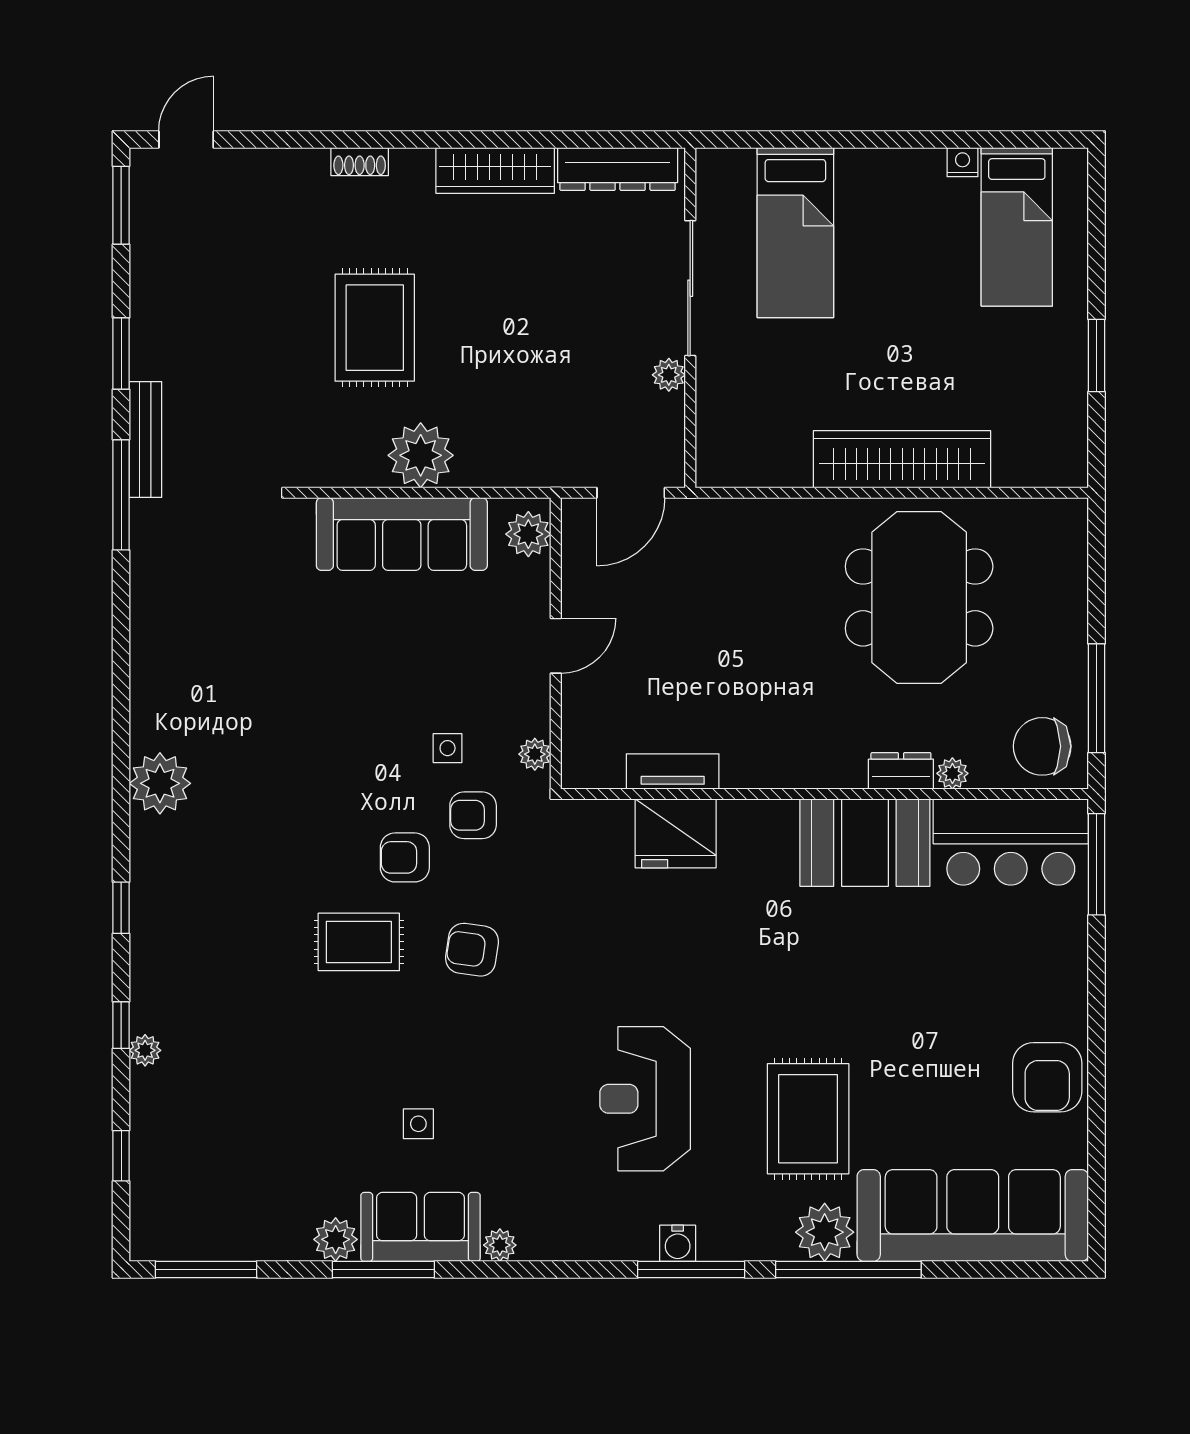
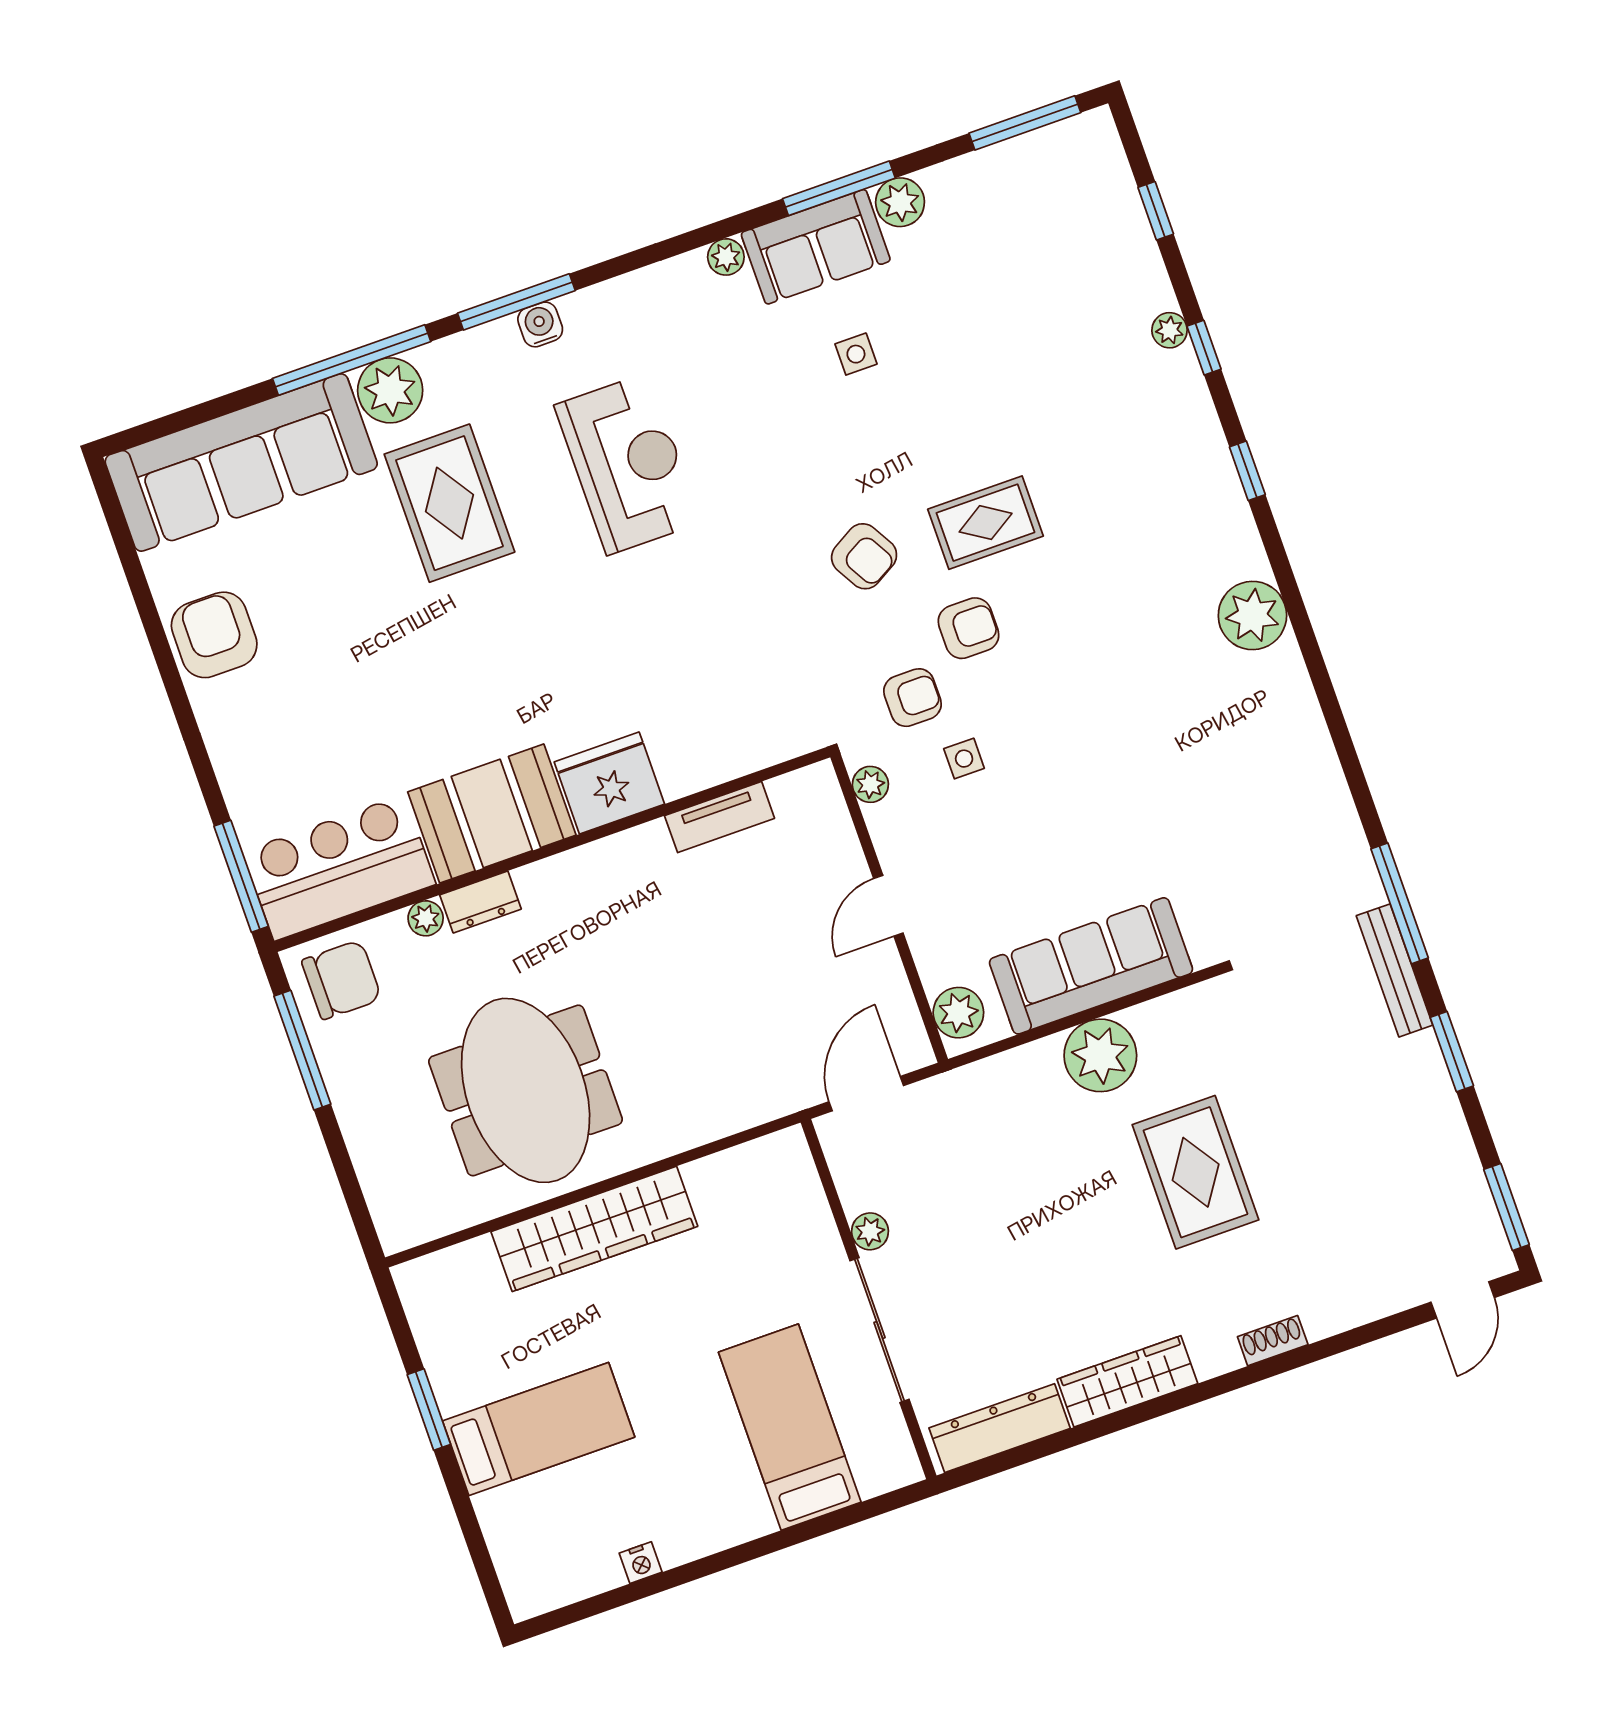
bed: (1017, 227) -> (539, 1429), moved, turned 90
fridge: (676, 833) -> (609, 783), moved
armchair: (472, 950) -> (864, 556), turned 52

